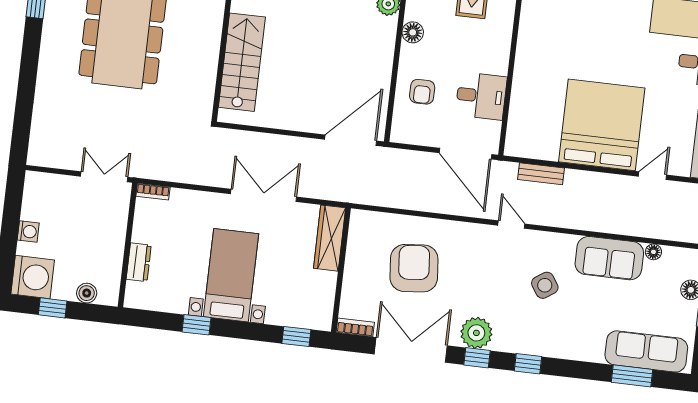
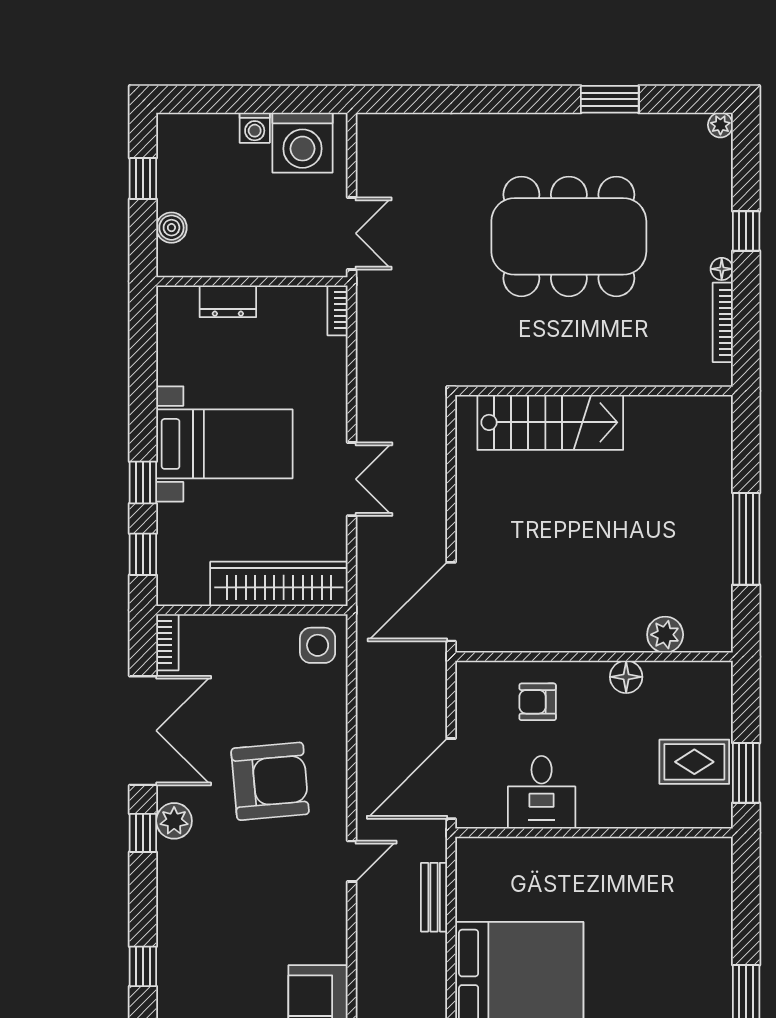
door: (351, 140) -> (451, 602), swing flipped
double door: (264, 195) -> (352, 479), width x0.73
wardrobe: (330, 238) -> (279, 584), width x1.40, depth x1.17
armchair: (414, 268) -> (270, 781), moved
washing machine: (33, 277) -> (303, 143), moved
side table: (545, 285) -> (318, 645), moved, turned 34
window: (197, 325) -> (143, 483), moved
plant: (476, 333) -> (174, 821), width x0.73, depth x0.73
window: (528, 364) -> (143, 966), moved

